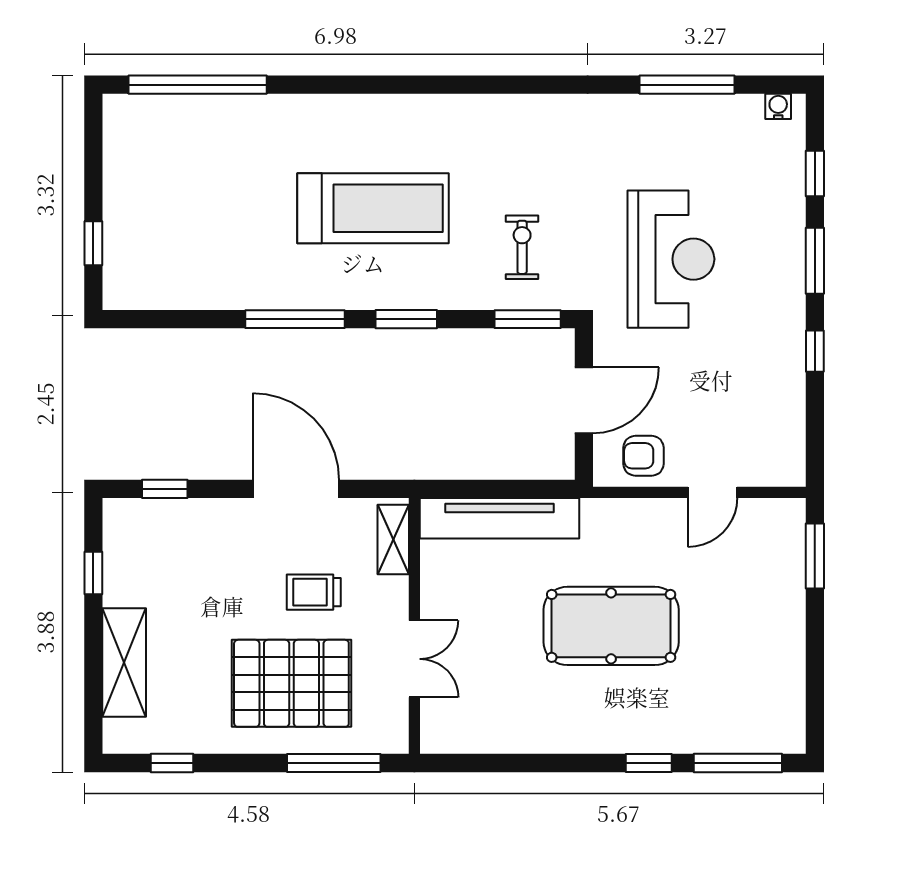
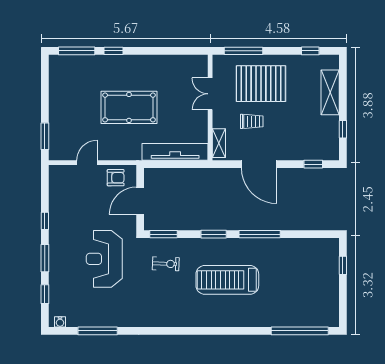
exercise bike: (522, 247) -> (166, 264), turned -88

